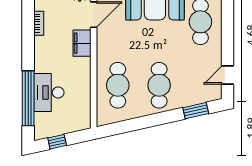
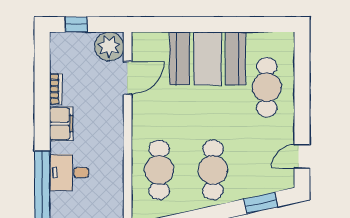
filing cabinet: (82, 43) -> (61, 124), moved, turned 180
desk: (49, 92) -> (69, 173), width x0.73

